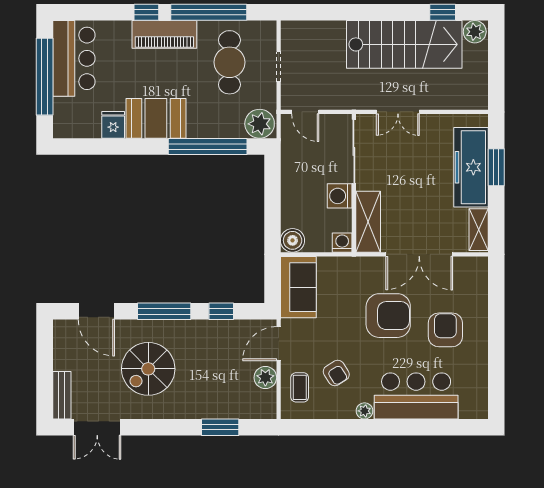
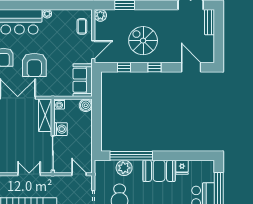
plant: (260, 124) -> (124, 168), moved
window: (164, 311) -> (155, 67), width x0.46
armchair: (388, 316) -> (34, 65), turned -90
spiral stairs: (148, 369) -> (143, 41), moved, turned -90
armchair: (336, 373) -> (62, 34), removed
plant: (265, 378) -> (100, 15), moved

